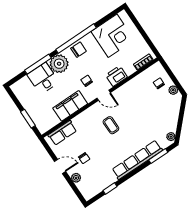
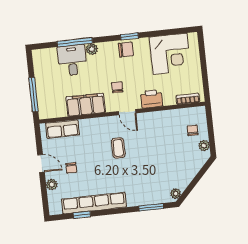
window: (76, 39) -> (129, 36), width x0.32
plant: (59, 64) -> (92, 49), width x0.53, depth x0.53
window: (28, 119) -> (34, 95), width x1.44
row of seats: (137, 160) -> (94, 203), moved

